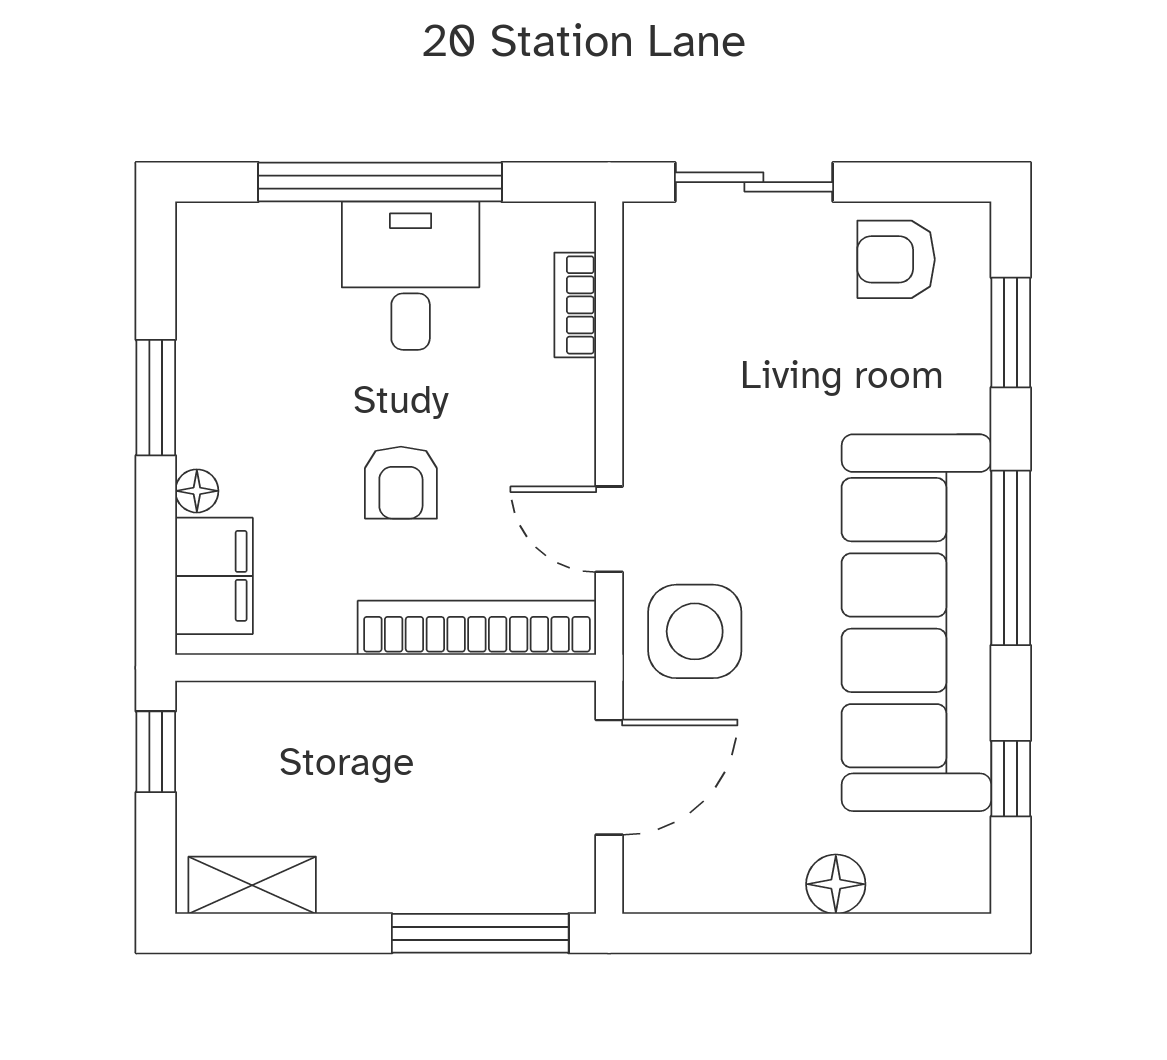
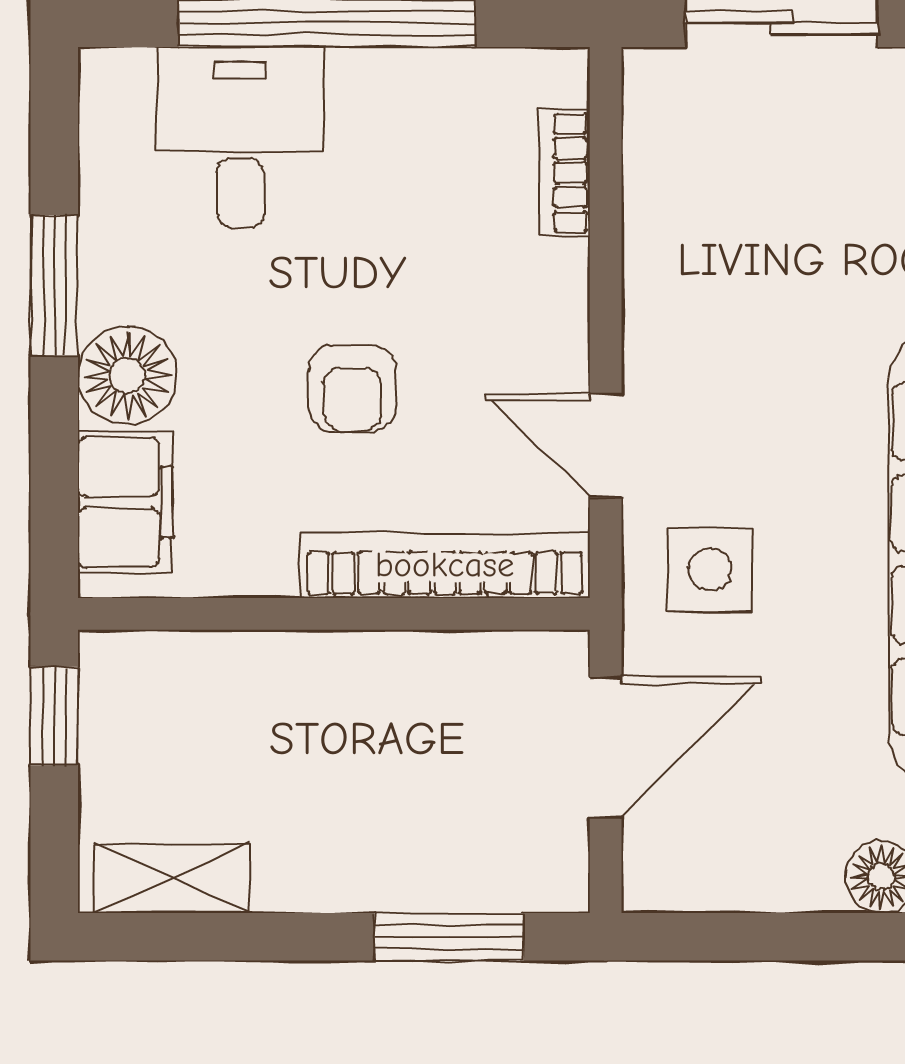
desk: (411, 276) -> (241, 137), moved
floor lamp: (197, 491) -> (127, 376), width x1.89, depth x1.89
side table: (695, 631) -> (710, 570), width x0.73, depth x0.73
window: (480, 933) -> (449, 937), width x0.69

